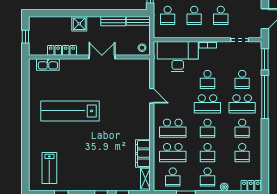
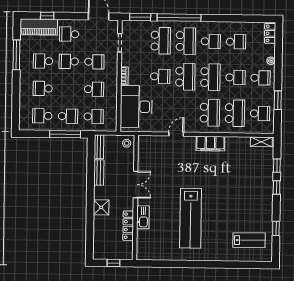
double door: (102, 57) -> (136, 185), swing flipped
kitchen sink: (48, 65) -> (143, 217), moved
school desk: (242, 80) -> (161, 41), width x1.85
school desk: (207, 128) -> (210, 77), width x1.85
filing cabinet: (143, 153) -> (210, 144), moved

